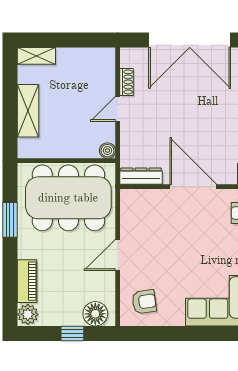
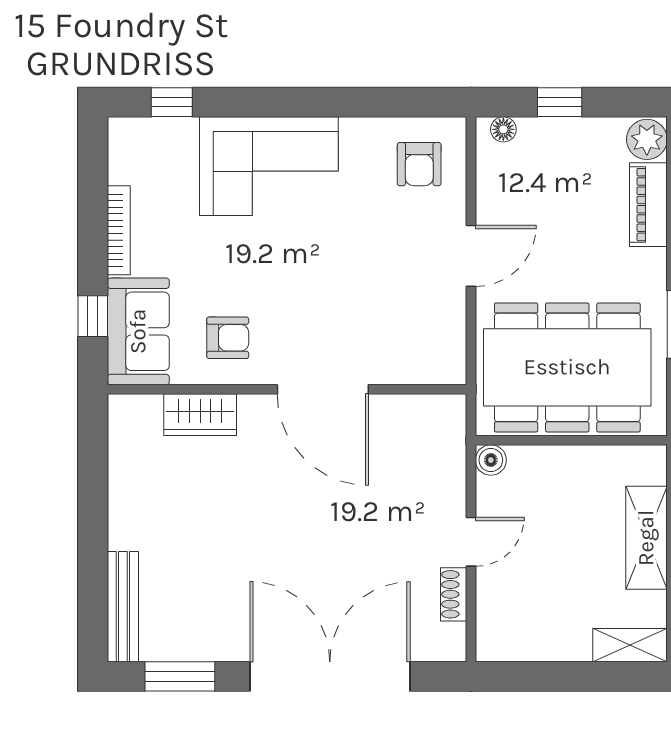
dresser: (141, 176) -> (425, 410), removed
armchair: (144, 302) -> (419, 164), turned -82
floor lamp: (95, 314) -> (503, 129), width x0.53, depth x0.53

